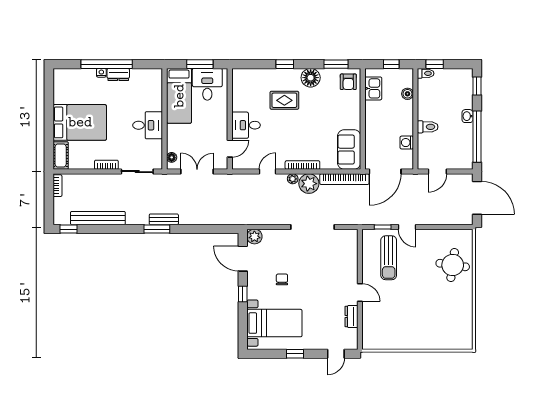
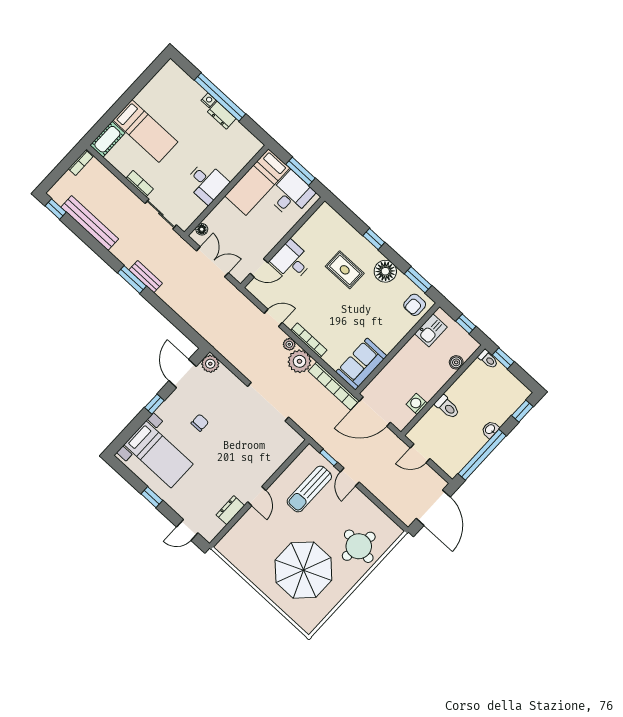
bed: (80, 122) -> (145, 131), width x0.67
parasol: (432, 312) -> (303, 570), added

